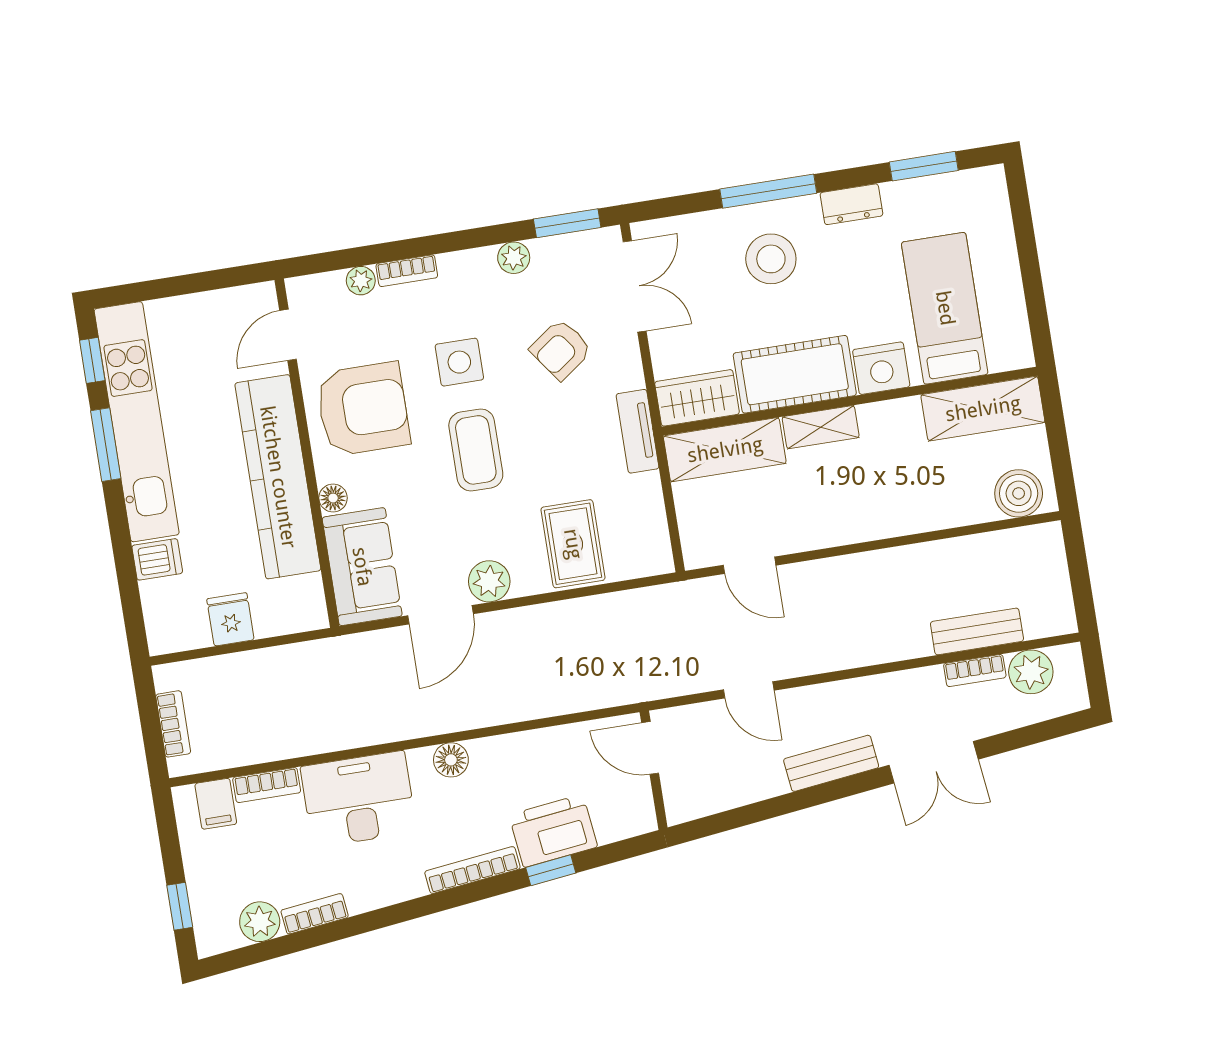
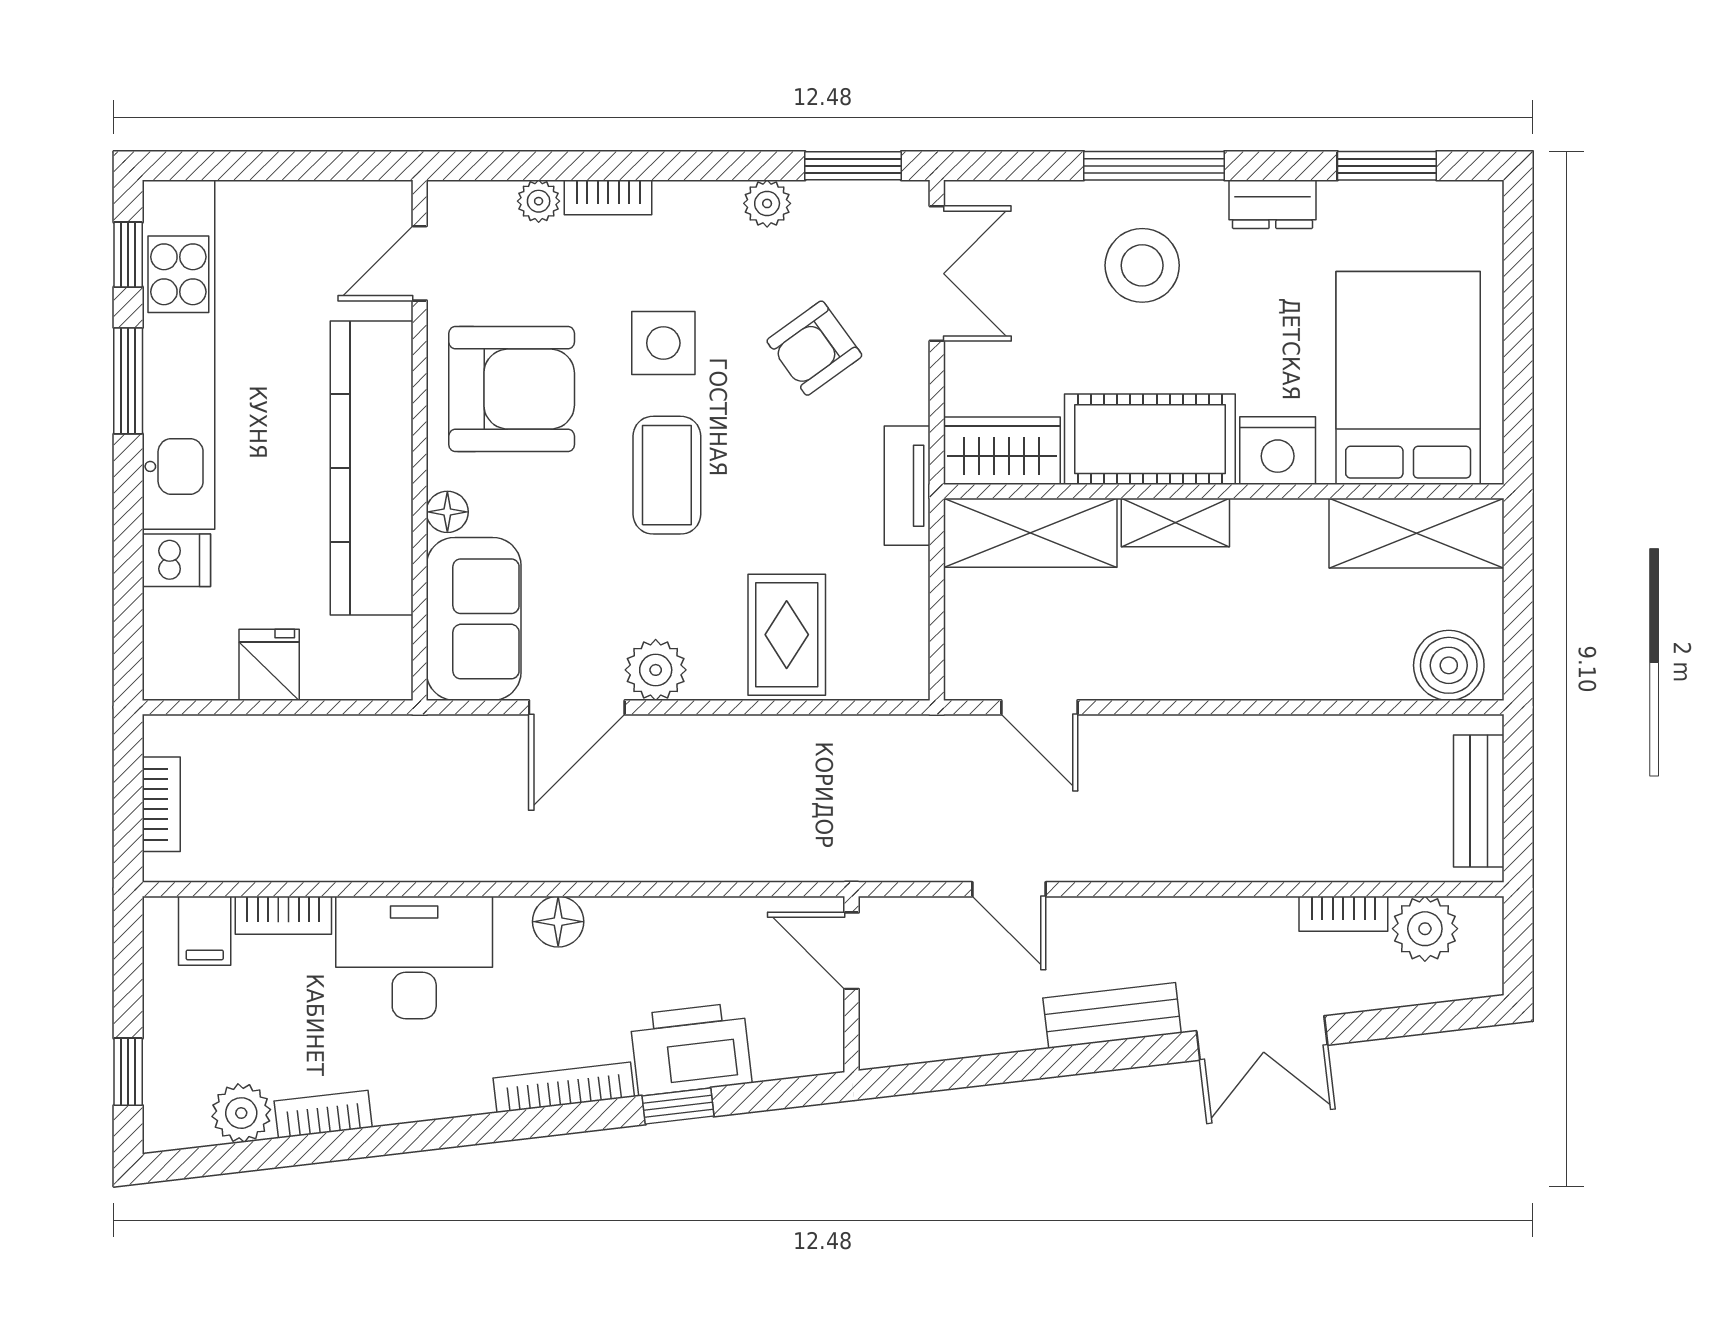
bed: (945, 308) -> (1408, 378), width x1.50
bench: (977, 631) -> (1479, 801), moved, turned 90

